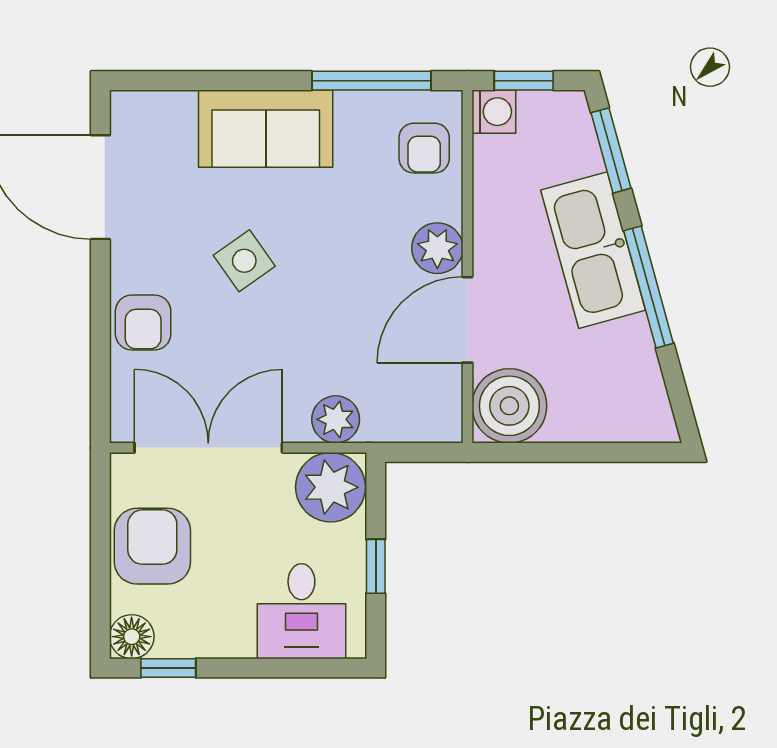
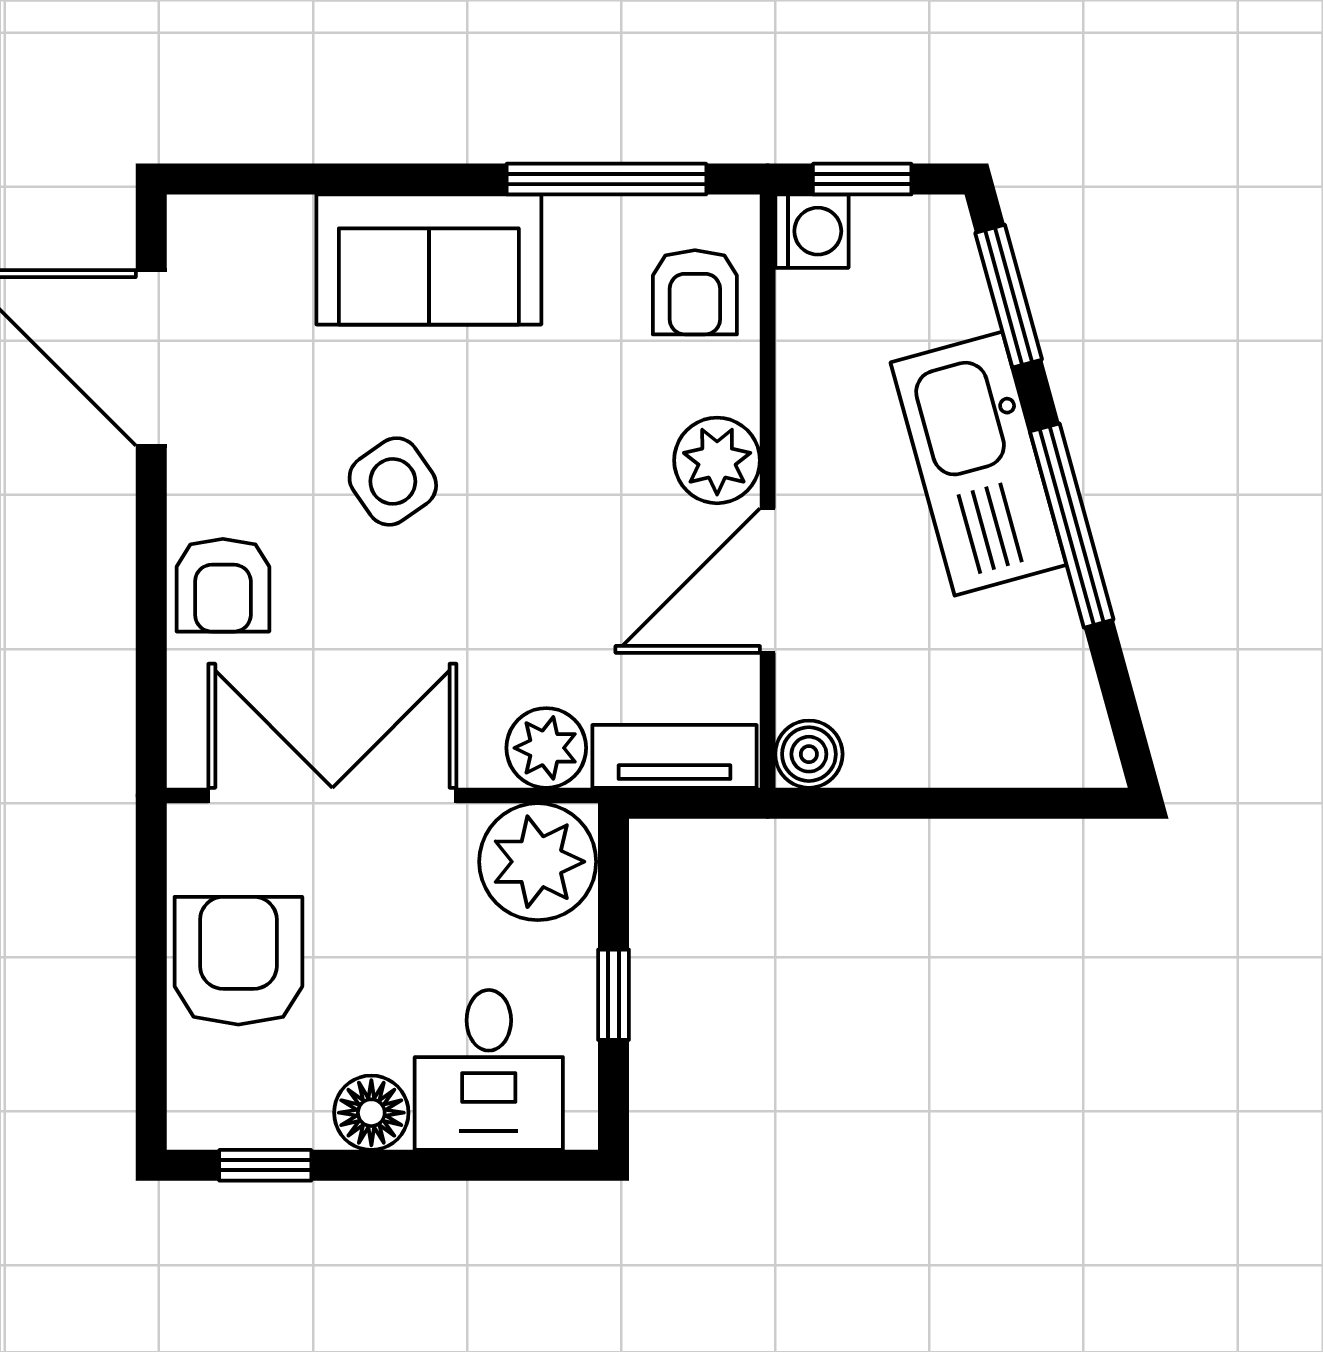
boiler: (509, 406) -> (809, 754), width x0.54, depth x0.54
tv unit: (412, 424) -> (674, 756), added
floor lamp: (132, 637) -> (371, 1113), moved

